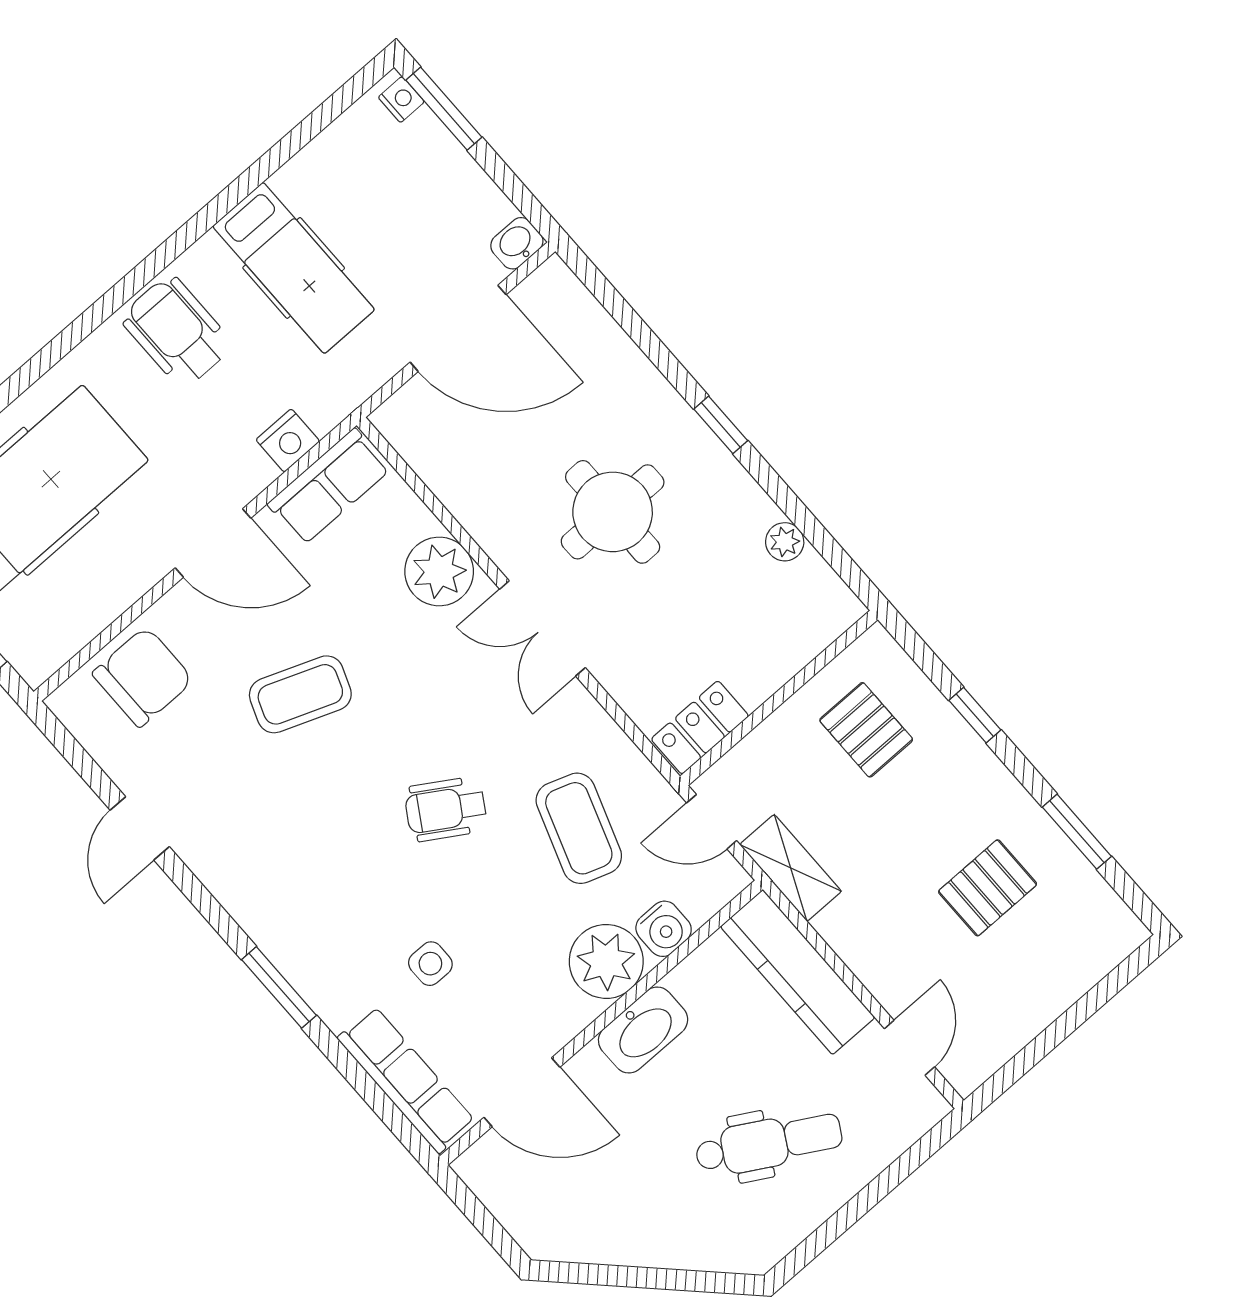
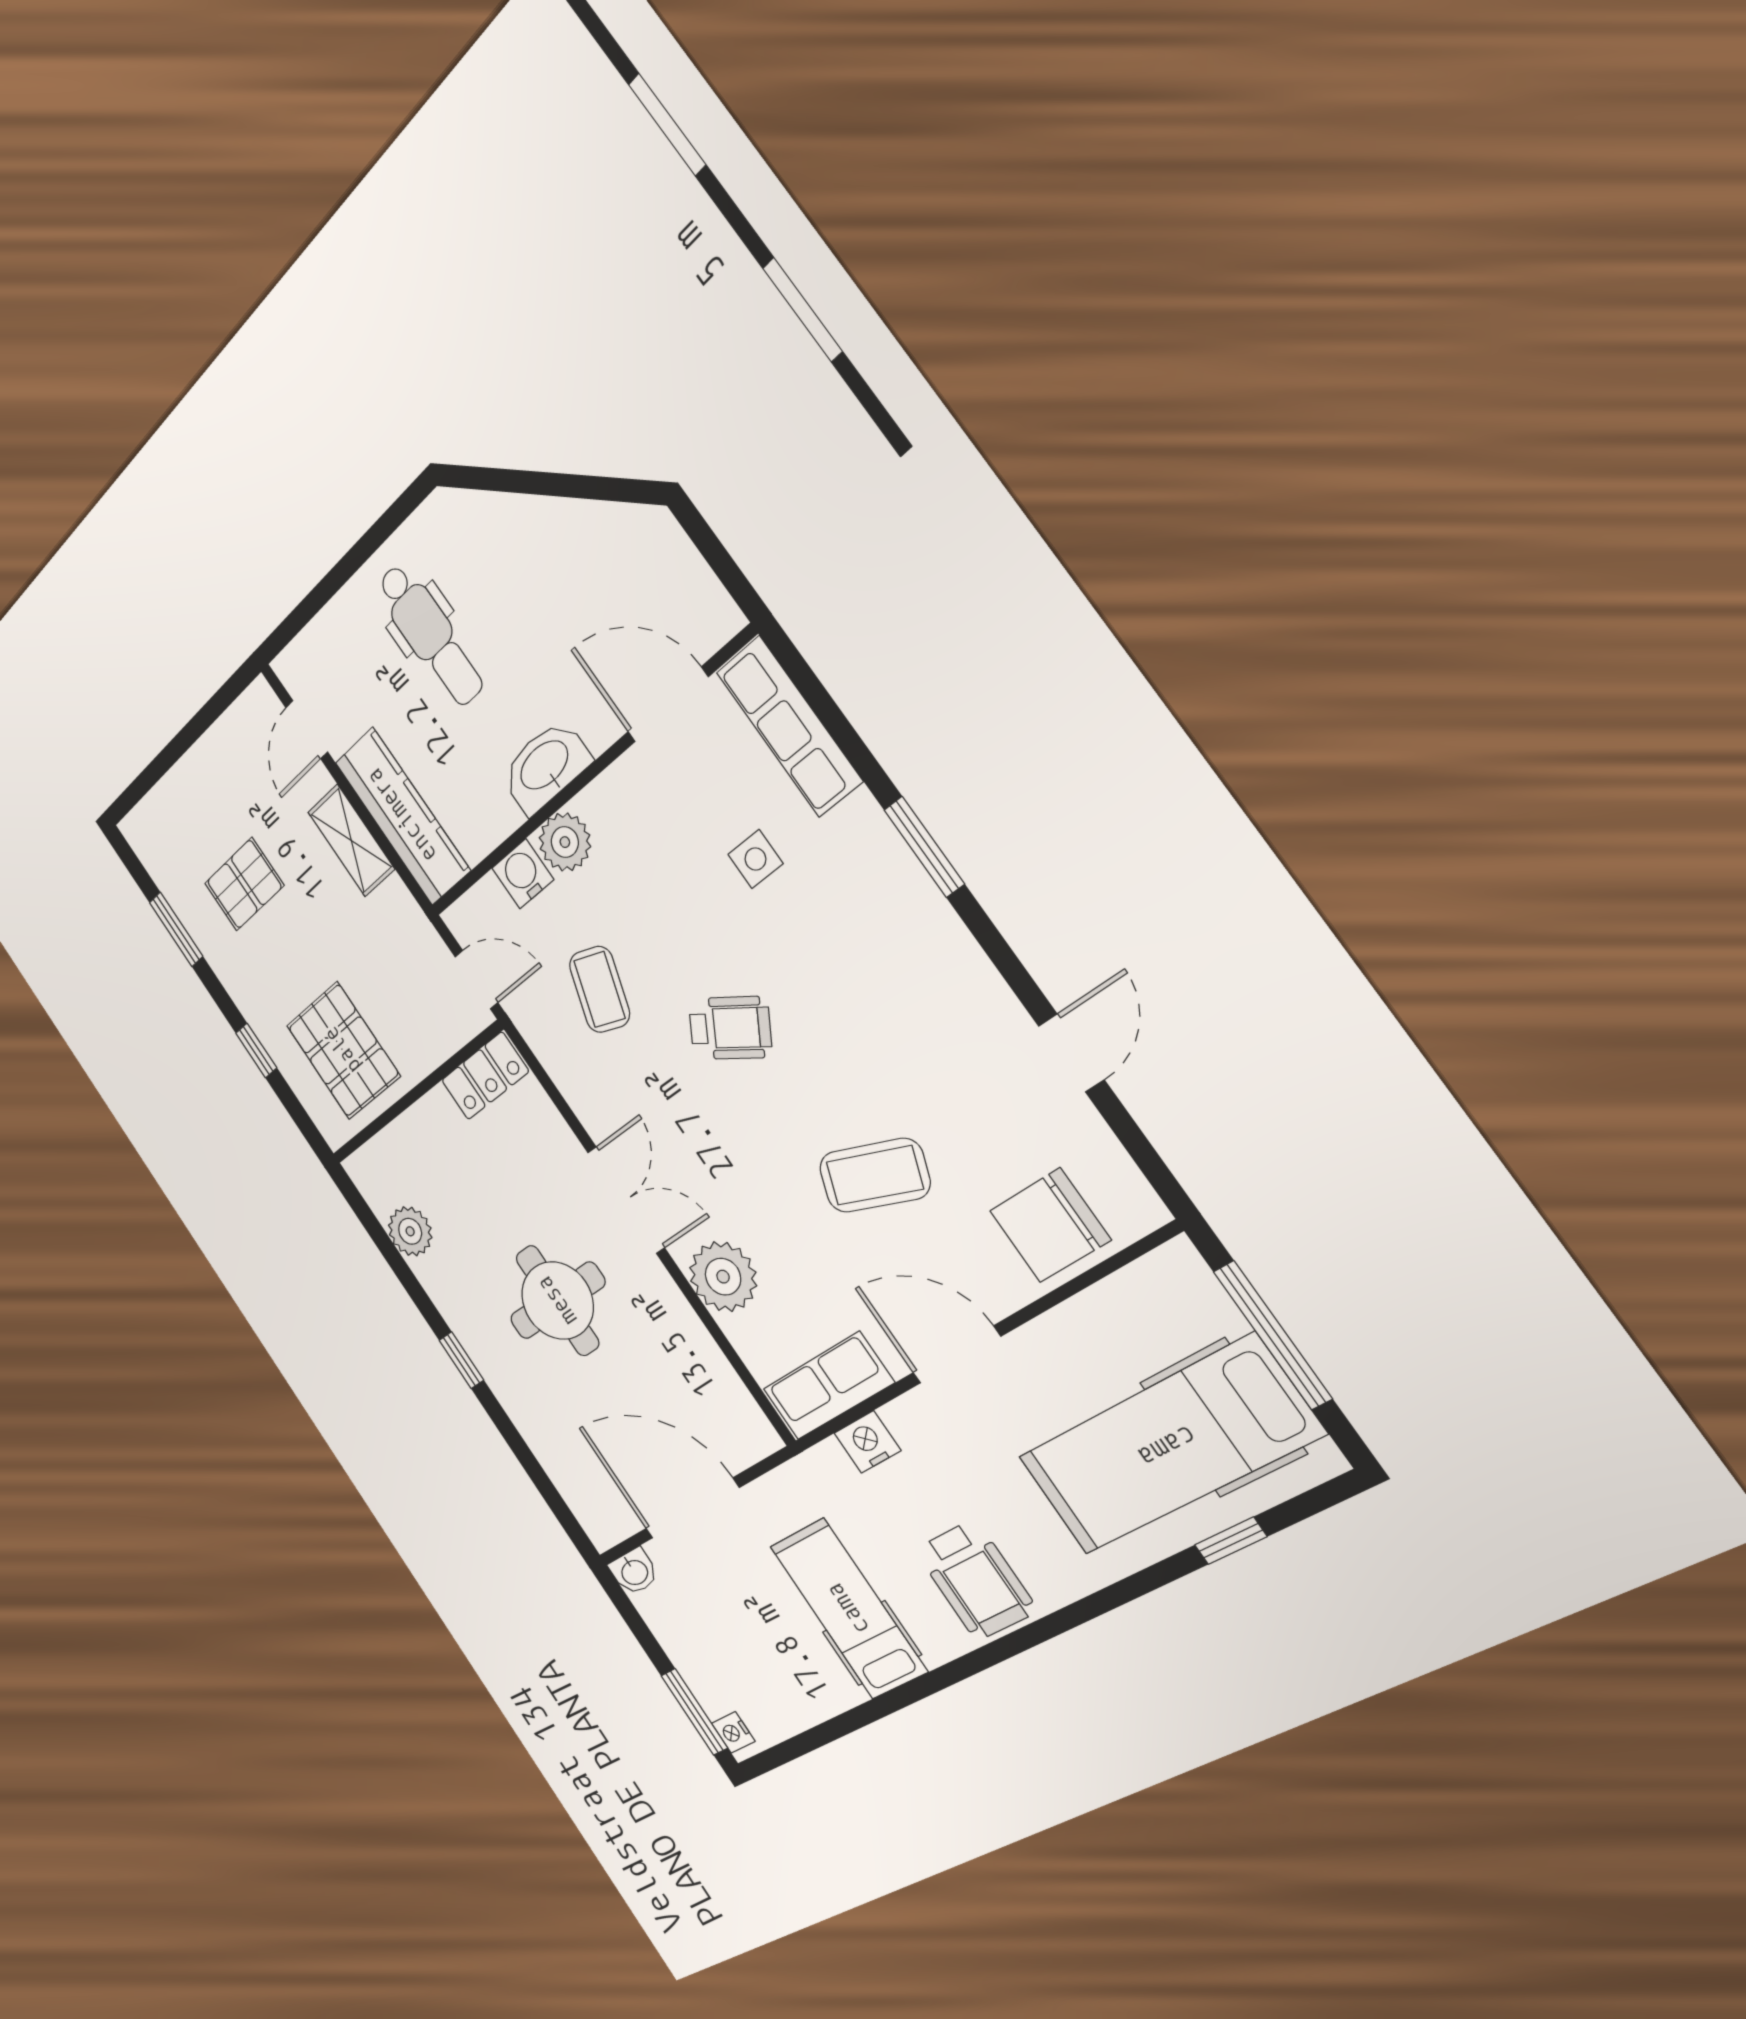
plant: (785, 542) -> (410, 1231), width x1.38, depth x1.38
pallet: (866, 730) -> (343, 1051), width x1.50, depth x1.42
coffee table: (579, 828) -> (600, 990), width x0.73, depth x0.77
shelving: (791, 868) -> (351, 841), moved
plant: (606, 961) -> (565, 842), width x0.73, depth x0.73
dental chair: (769, 1143) -> (430, 635), turned -120

